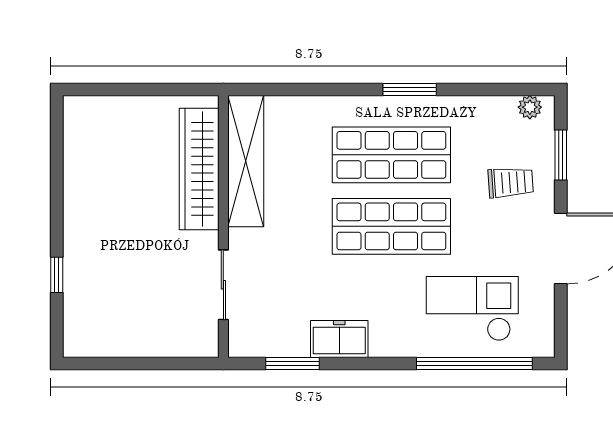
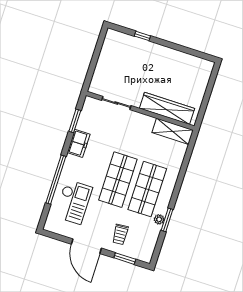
window: (410, 89) -> (167, 220), moved
plant: (530, 107) -> (159, 219), moved
shelving: (246, 161) -> (173, 131), width x0.68
window: (474, 364) -> (56, 180), moved

